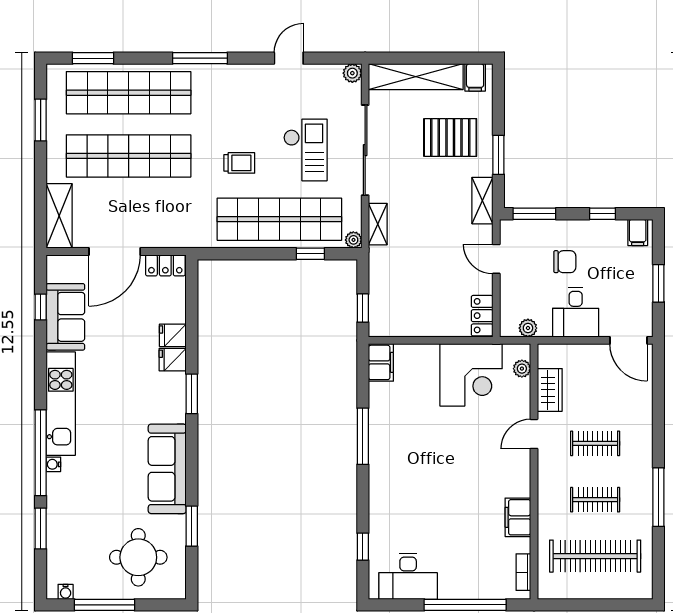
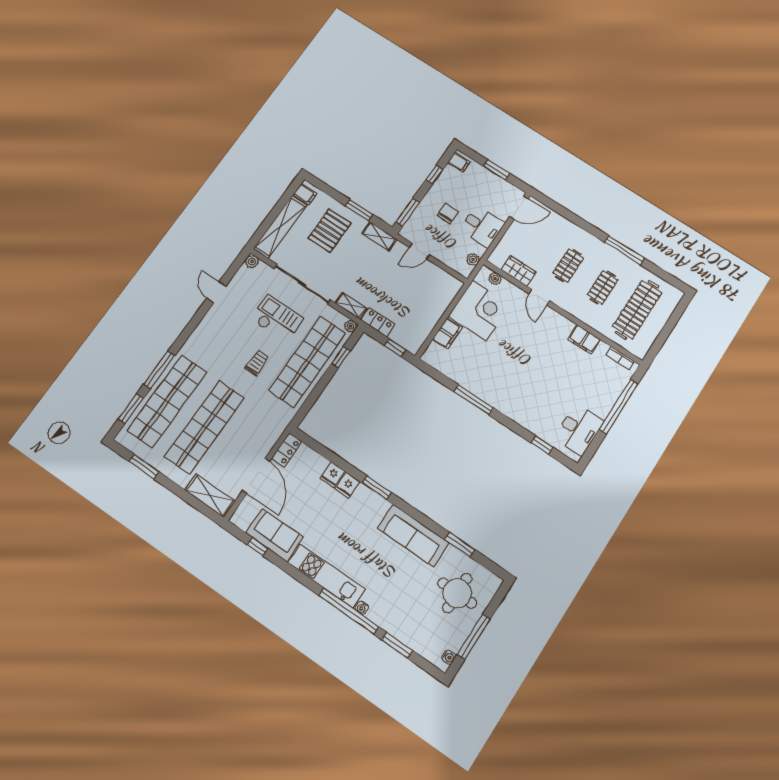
window: (200, 58) -> (159, 370), moved
locker: (482, 316) -> (378, 322), moved, turned 180
filing cabinet: (381, 362) -> (447, 333), moved, turned 90

